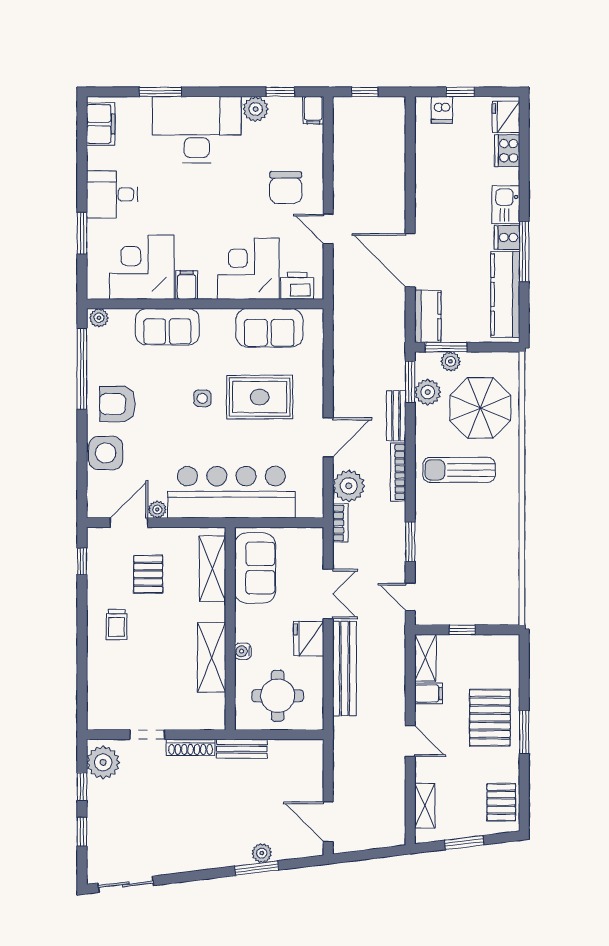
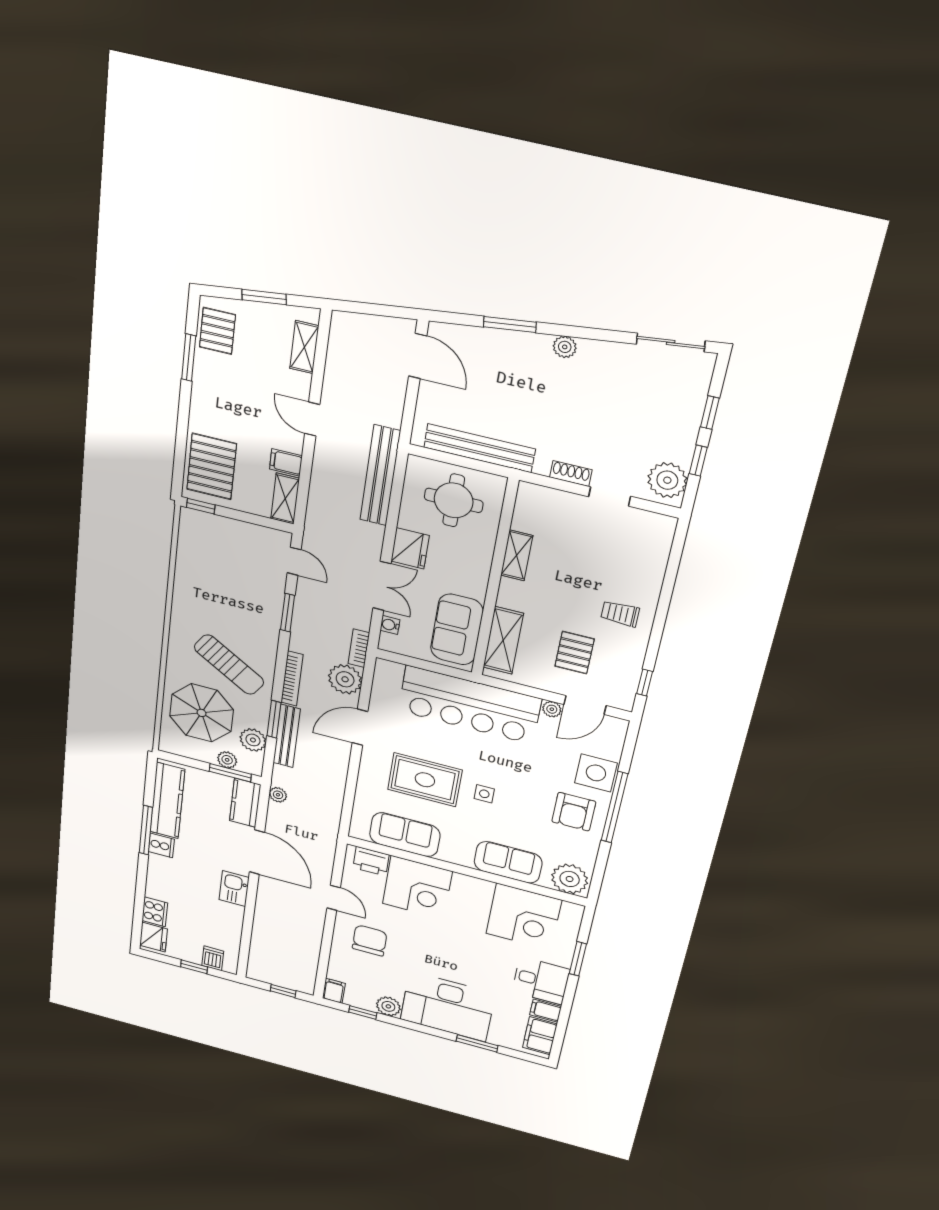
kitchen sink: (506, 205) -> (234, 889), moved, turned 180
filing cabinet: (187, 285) -> (546, 1011), moved, turned 90
plant: (99, 318) -> (570, 879), width x1.88, depth x1.88
plant: (397, 336) -> (278, 795), added
window: (82, 369) -> (615, 807), moved
window: (410, 382) -> (274, 719), moved
armchair: (117, 404) -> (574, 812), turned 90
bench: (396, 416) -> (287, 736), width x1.36
sun lounger: (459, 470) -> (229, 665), turned 32
double door: (328, 594) -> (382, 586), swing flipped
trolley: (117, 625) -> (620, 614), turned -90
window: (462, 630) -> (201, 506), moved
water cooler: (243, 651) -> (390, 625), moved, turned 180
shelving: (212, 657) -> (517, 555), width x0.67, depth x0.75
bench: (344, 669) -> (380, 476), moved
pallet: (490, 718) -> (212, 466), moved
window: (524, 732) -> (189, 357), moved
shoe rack: (191, 747) -> (571, 474), width x0.70
bench: (242, 749) -> (479, 448), width x1.86, depth x1.21
plant: (262, 853) -> (565, 347), moved

